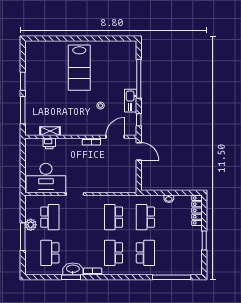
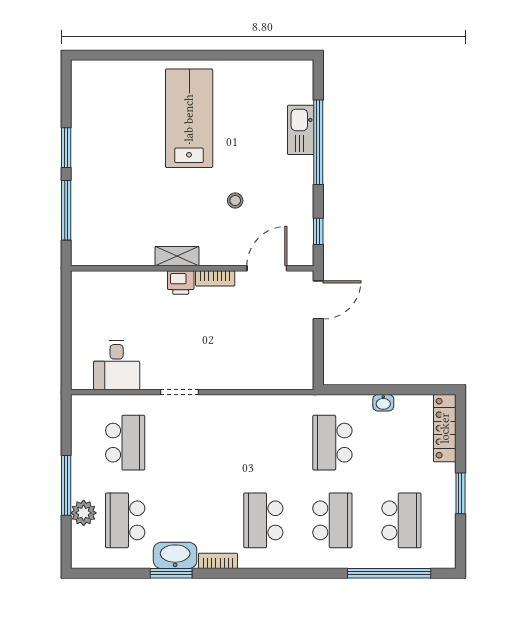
lab bench: (79, 68) -> (189, 118), turned 180
kitchen sink: (131, 101) -> (301, 130), moved
shelving: (50, 131) -> (177, 256), moved
printer: (49, 143) -> (181, 283), moved
door: (139, 151) -> (318, 300), hinge flipped
desk: (46, 178) -> (117, 365), width x0.53, depth x0.77
school desk: (113, 217) -> (401, 520), moved, turned 180
plant: (31, 225) -> (84, 513), moved

